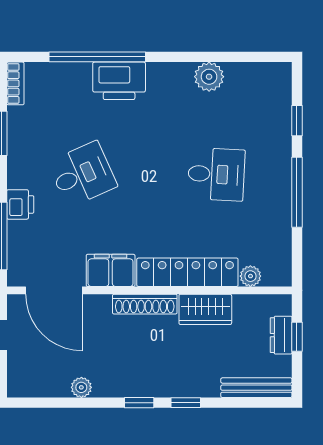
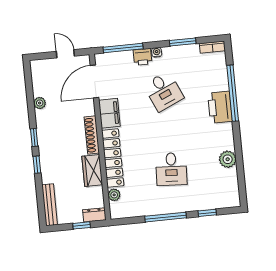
water cooler: (15, 179) -> (157, 52), added
dresser: (281, 335) -> (94, 215), moved

